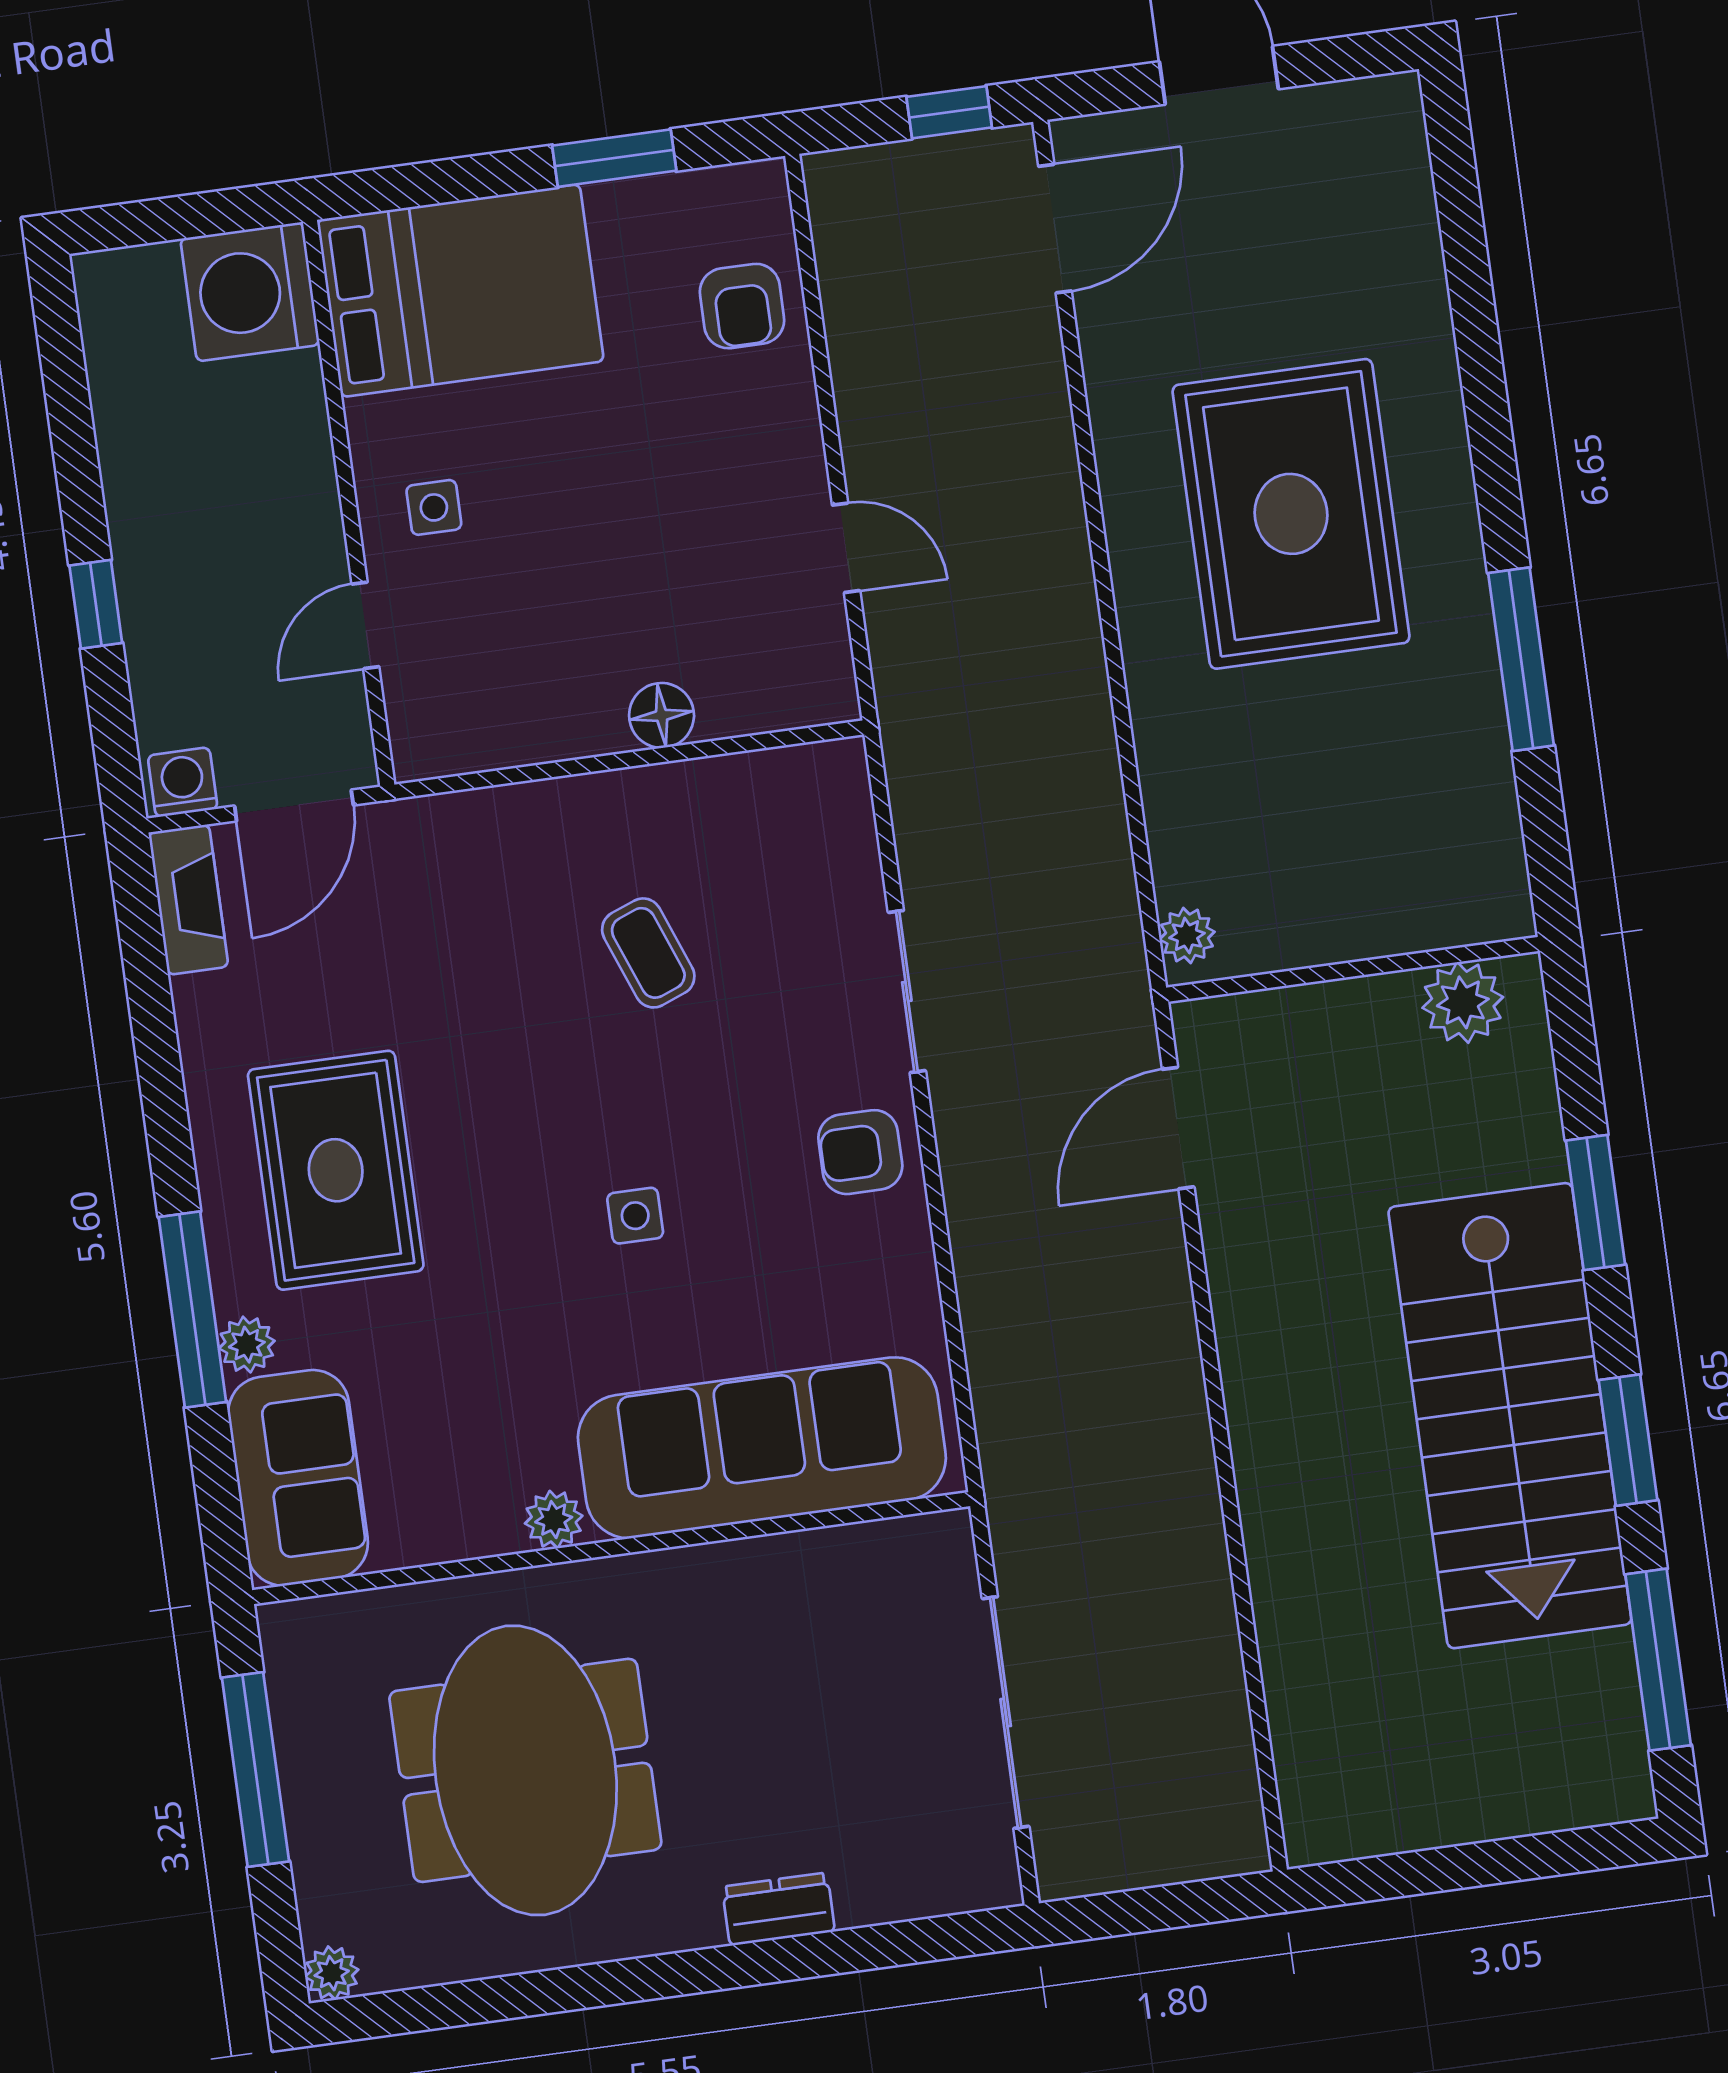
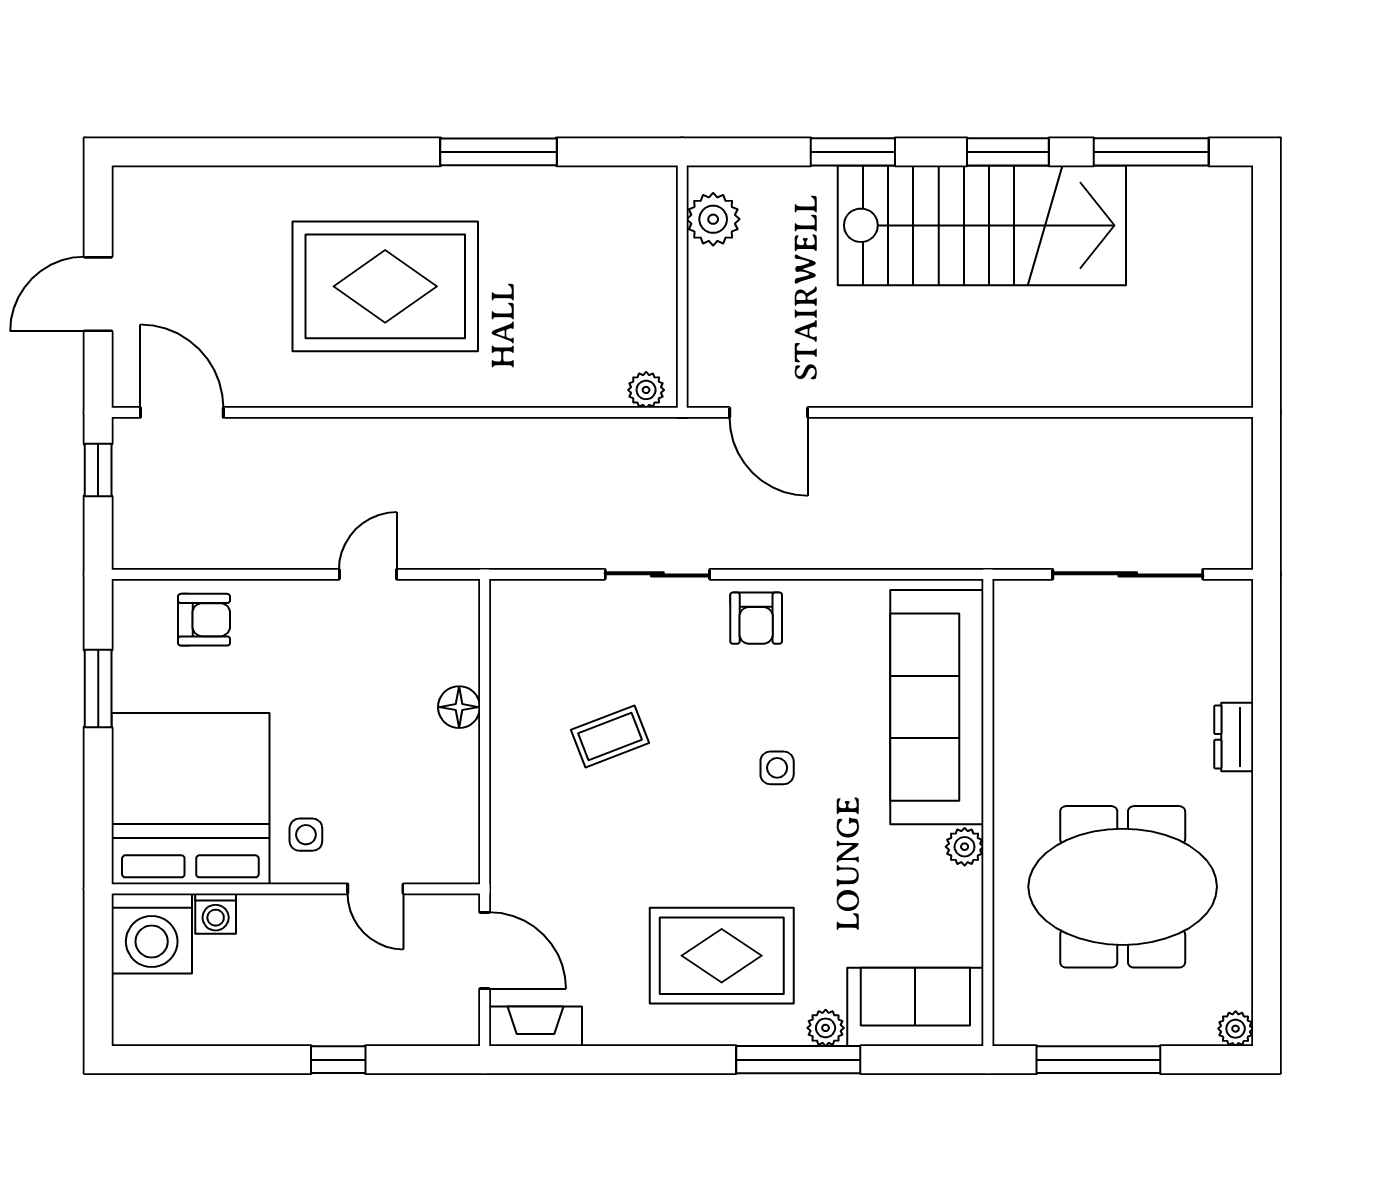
bed: (460, 291) -> (190, 799), width x1.36
washing machine: (183, 782) -> (216, 914), moved, turned -90

